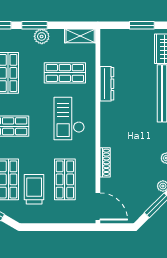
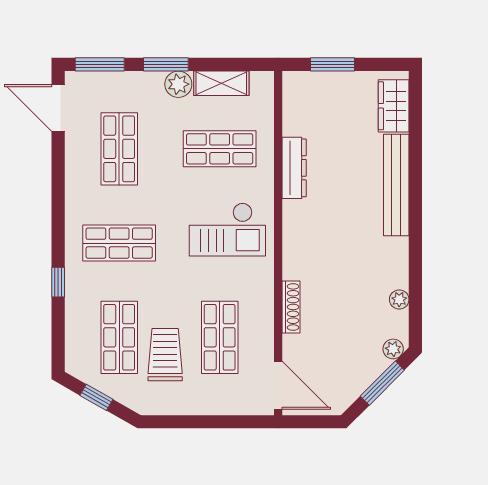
window: (142, 25) -> (333, 64), moved
shelving: (80, 36) -> (221, 83), moved
checkout: (69, 119) -> (227, 229), turned -90

